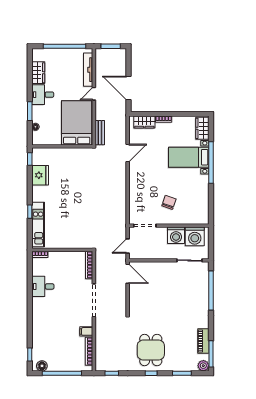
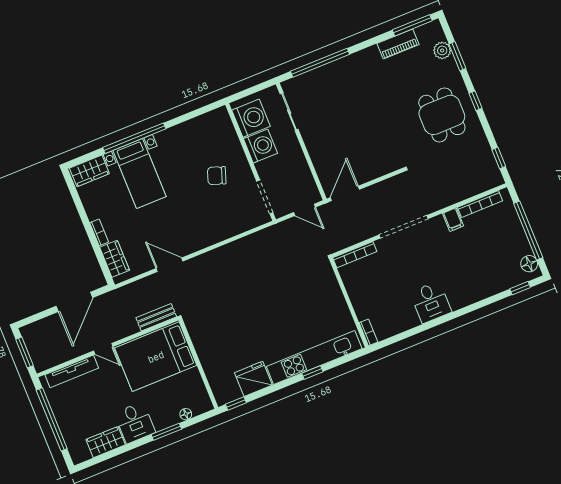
kitchen unit: (38, 224) -> (314, 358), width x1.36
desk: (43, 286) -> (431, 302), moved
dining table: (151, 350) -> (442, 115), turned 90
plant: (203, 366) -> (442, 50), moved

